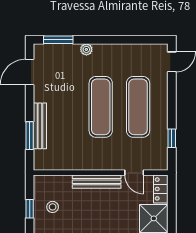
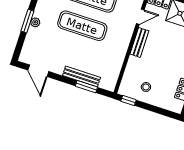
window: (58, 40) -> (27, 21), moved
bench: (97, 182) -> (139, 42), width x0.73
window: (30, 209) -> (128, 100), moved

